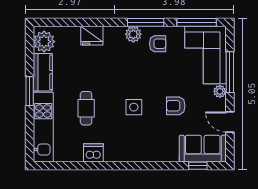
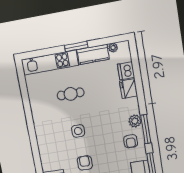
plant: (44, 42) -> (113, 48), width x0.53, depth x0.53
dishwasher: (93, 153) -> (126, 71), moved, turned 180

